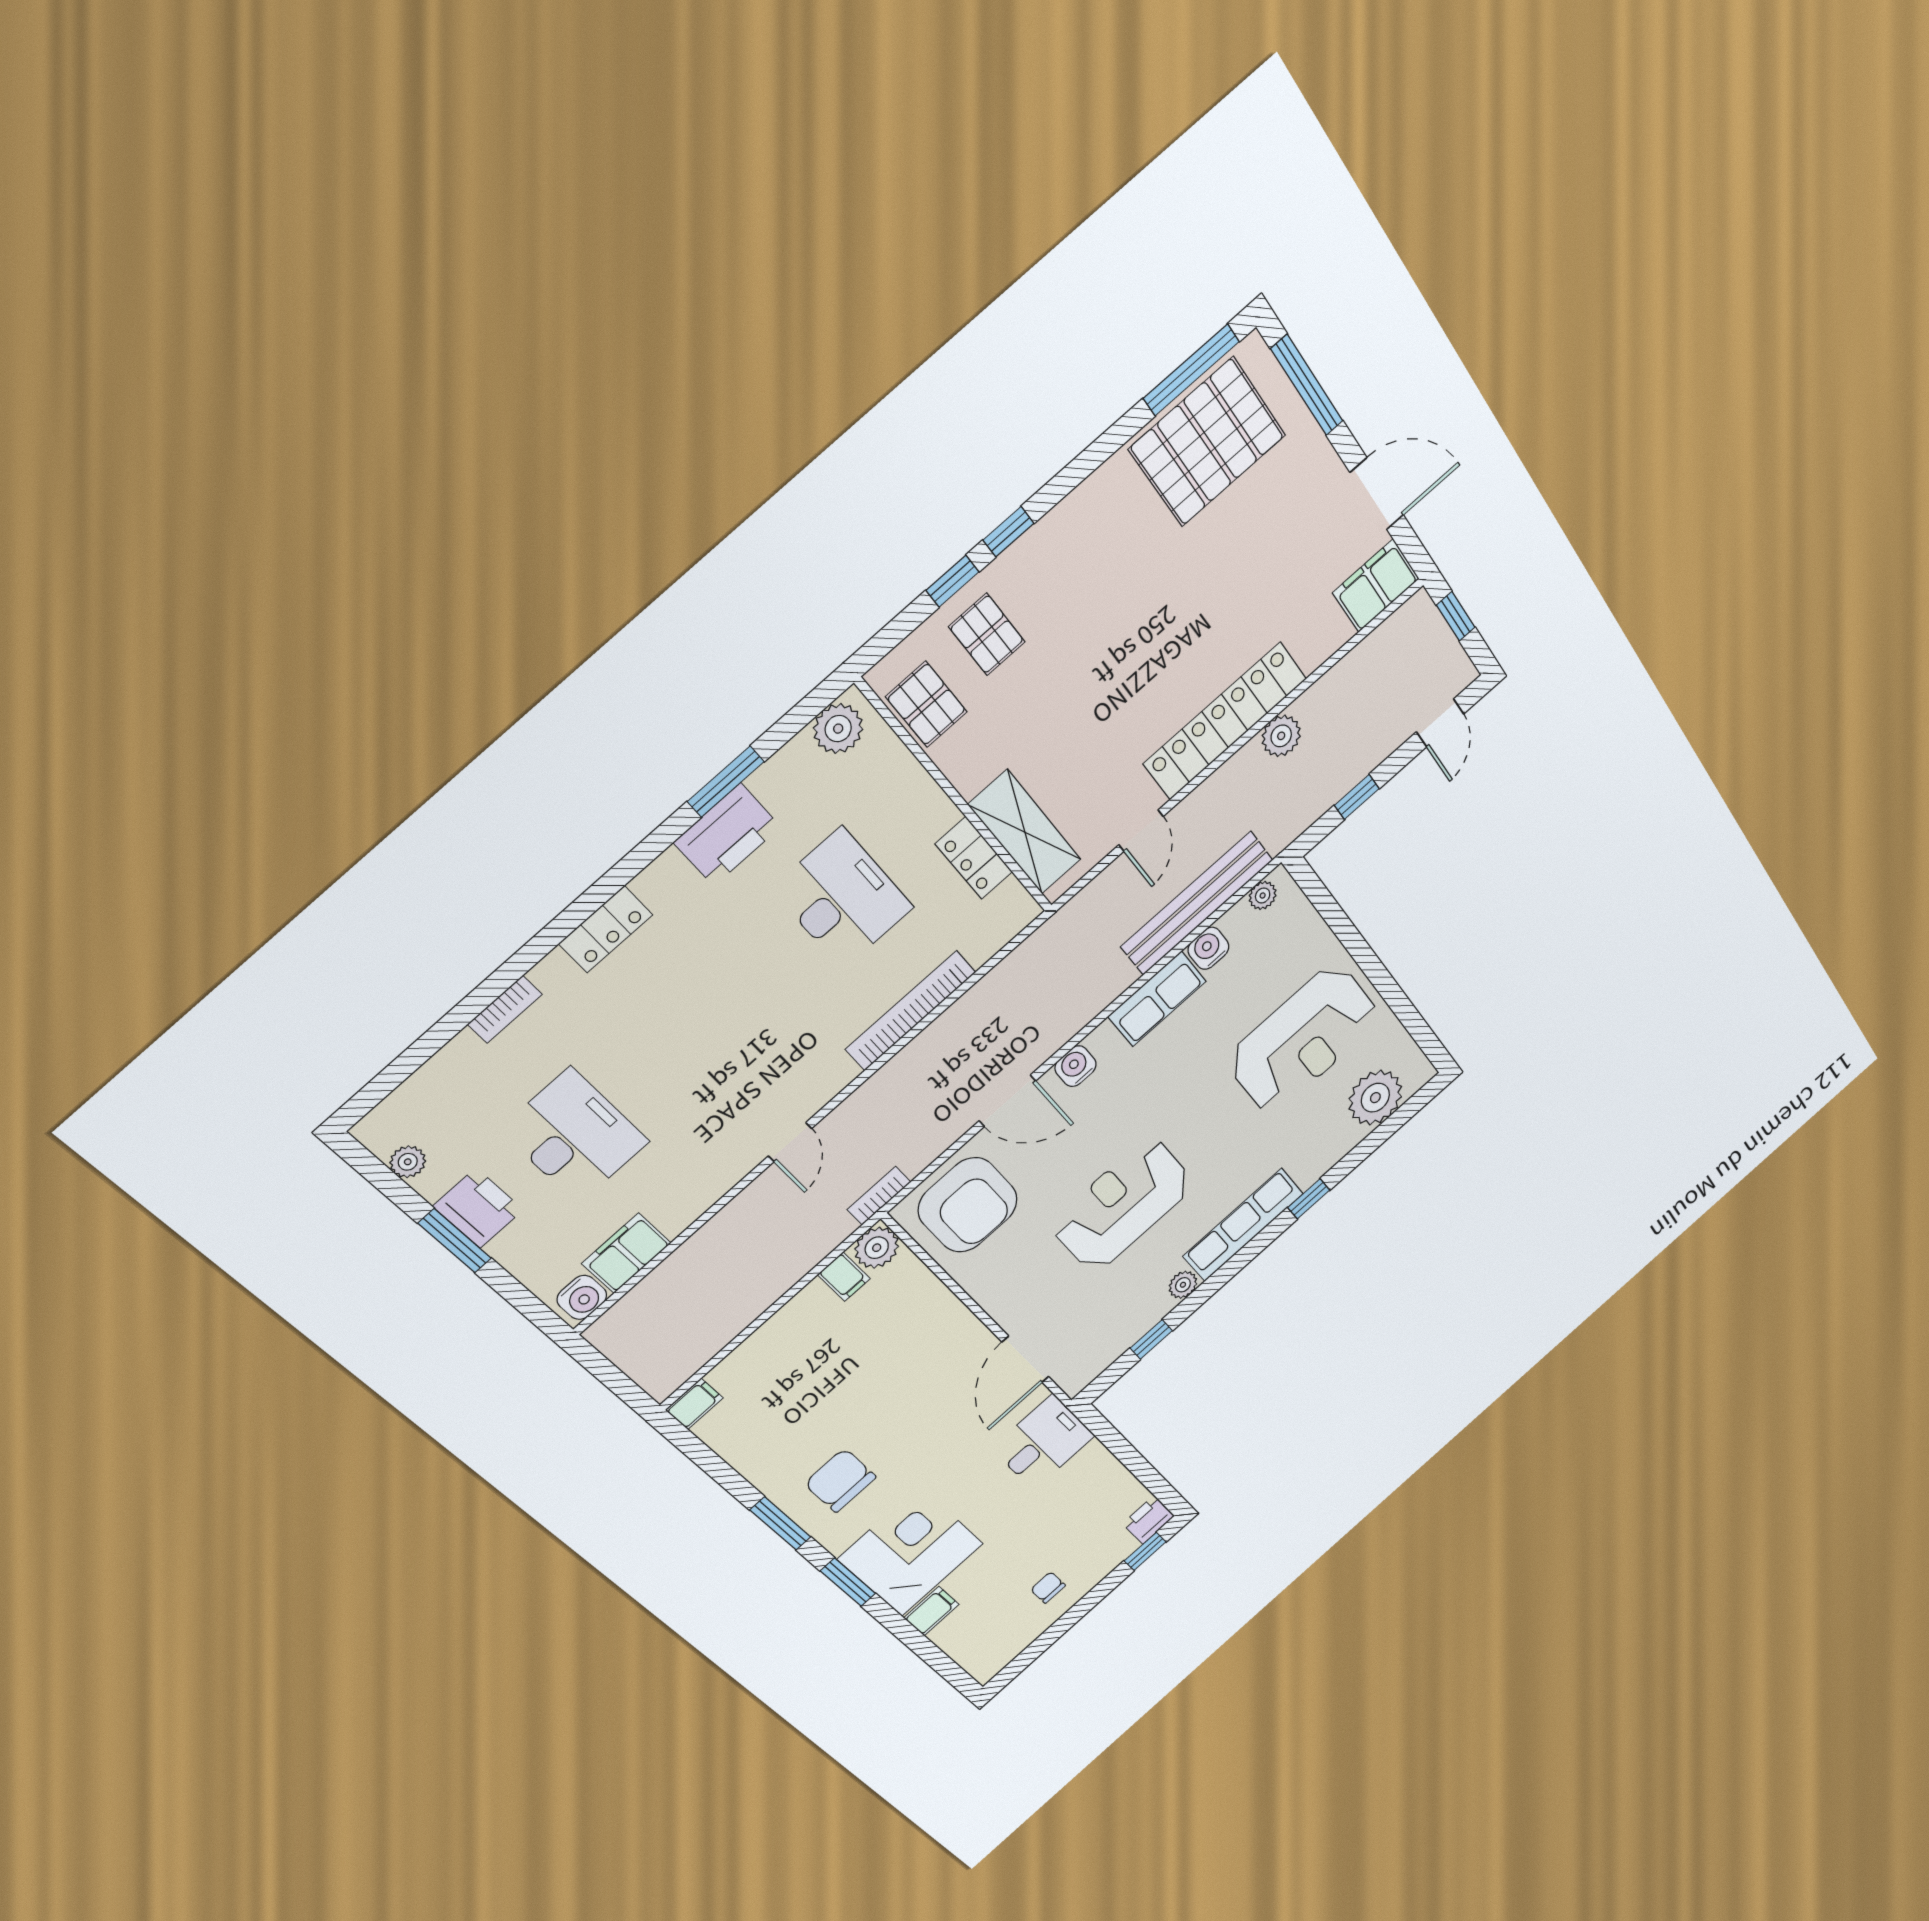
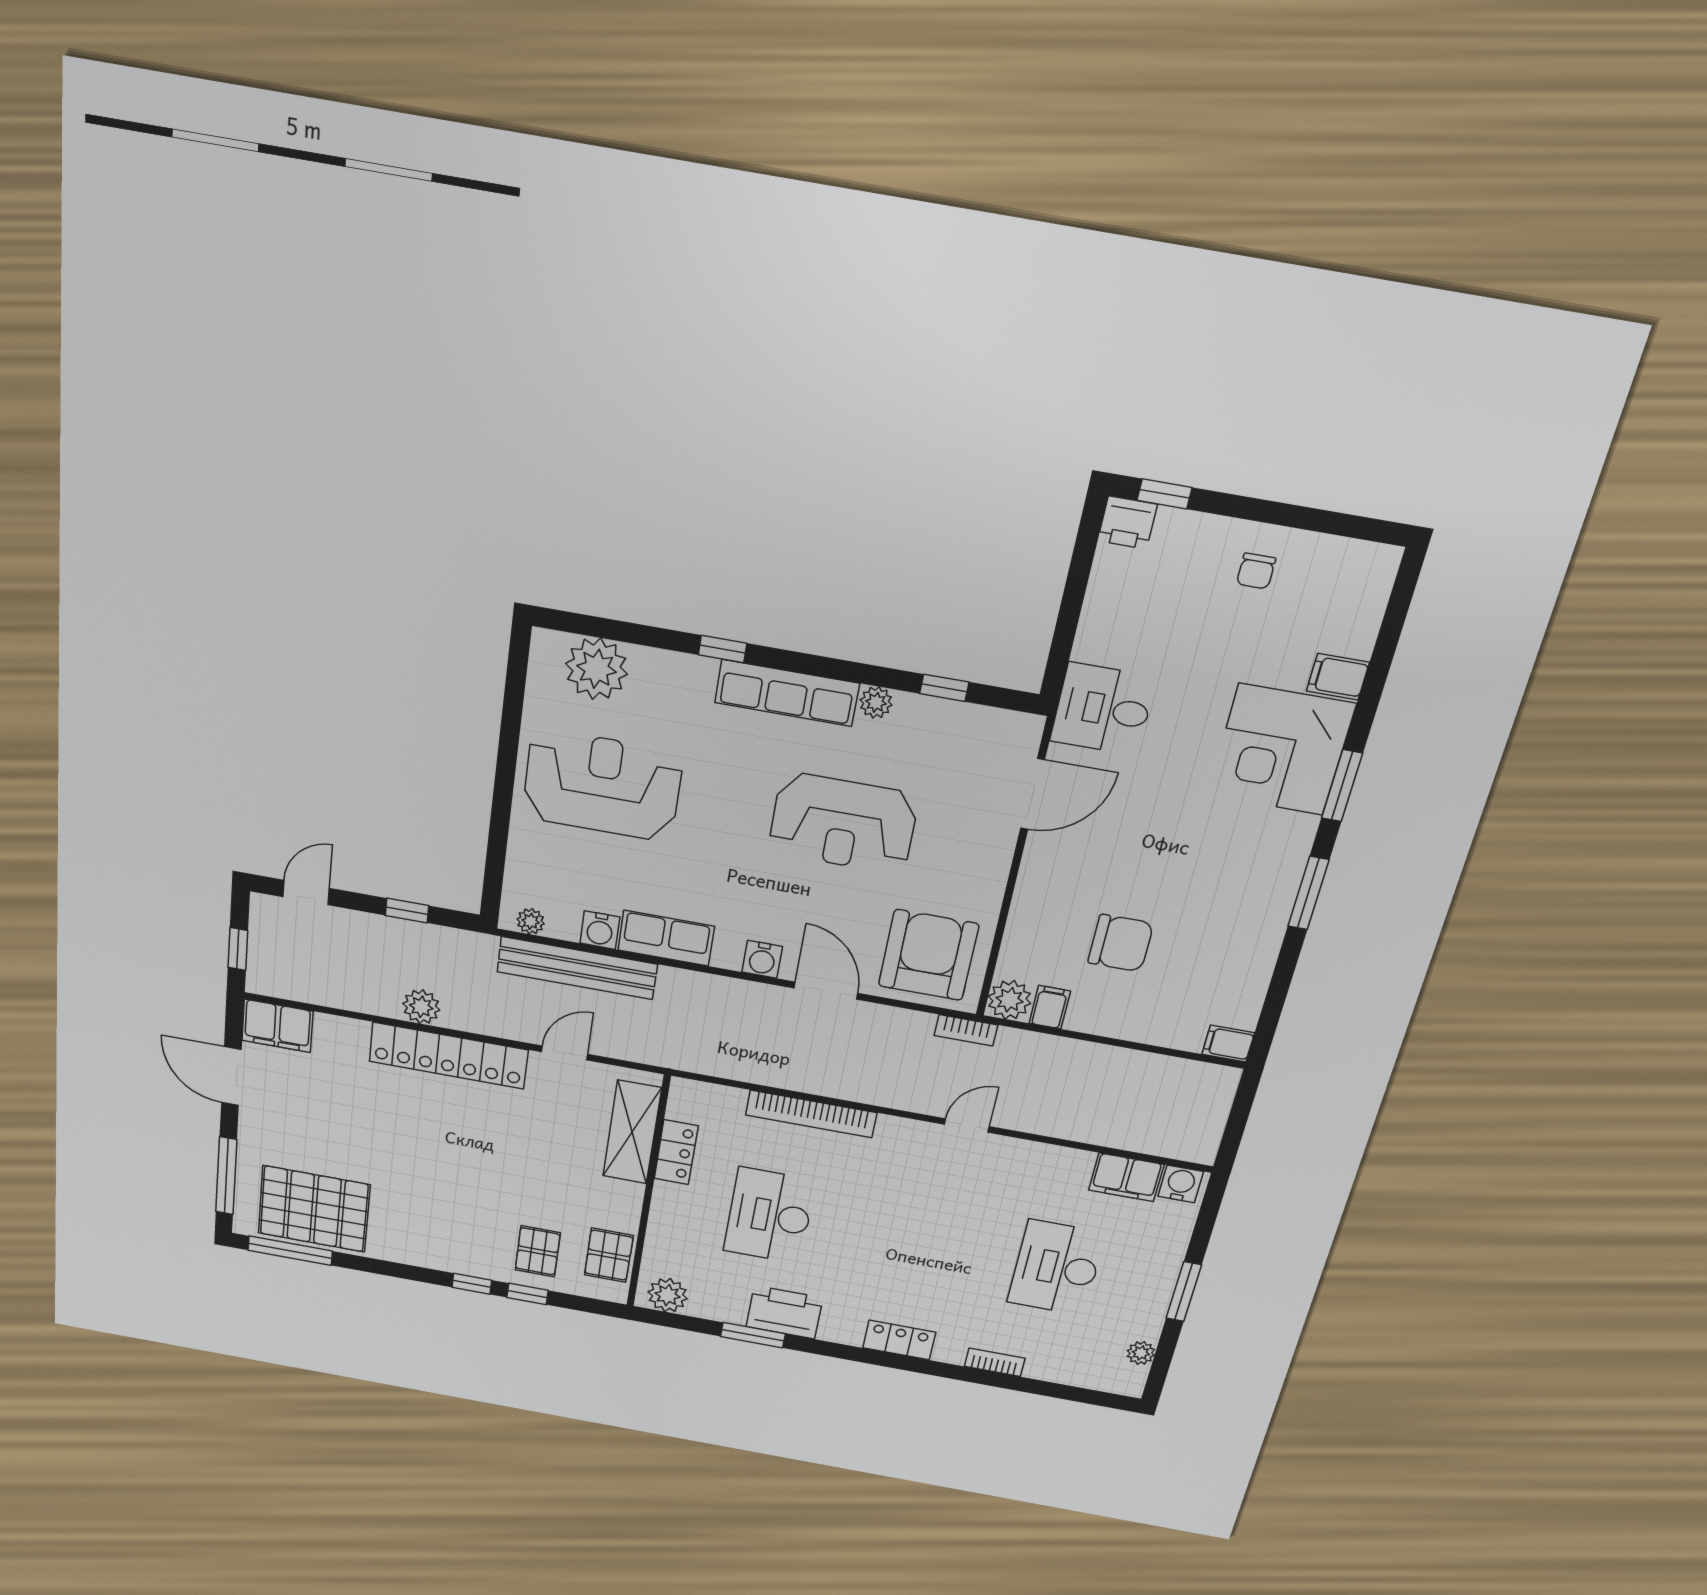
printer: (478, 1208) -> (1149, 1292), removed
chair: (840, 1480) -> (1121, 943), moved, turned -90

